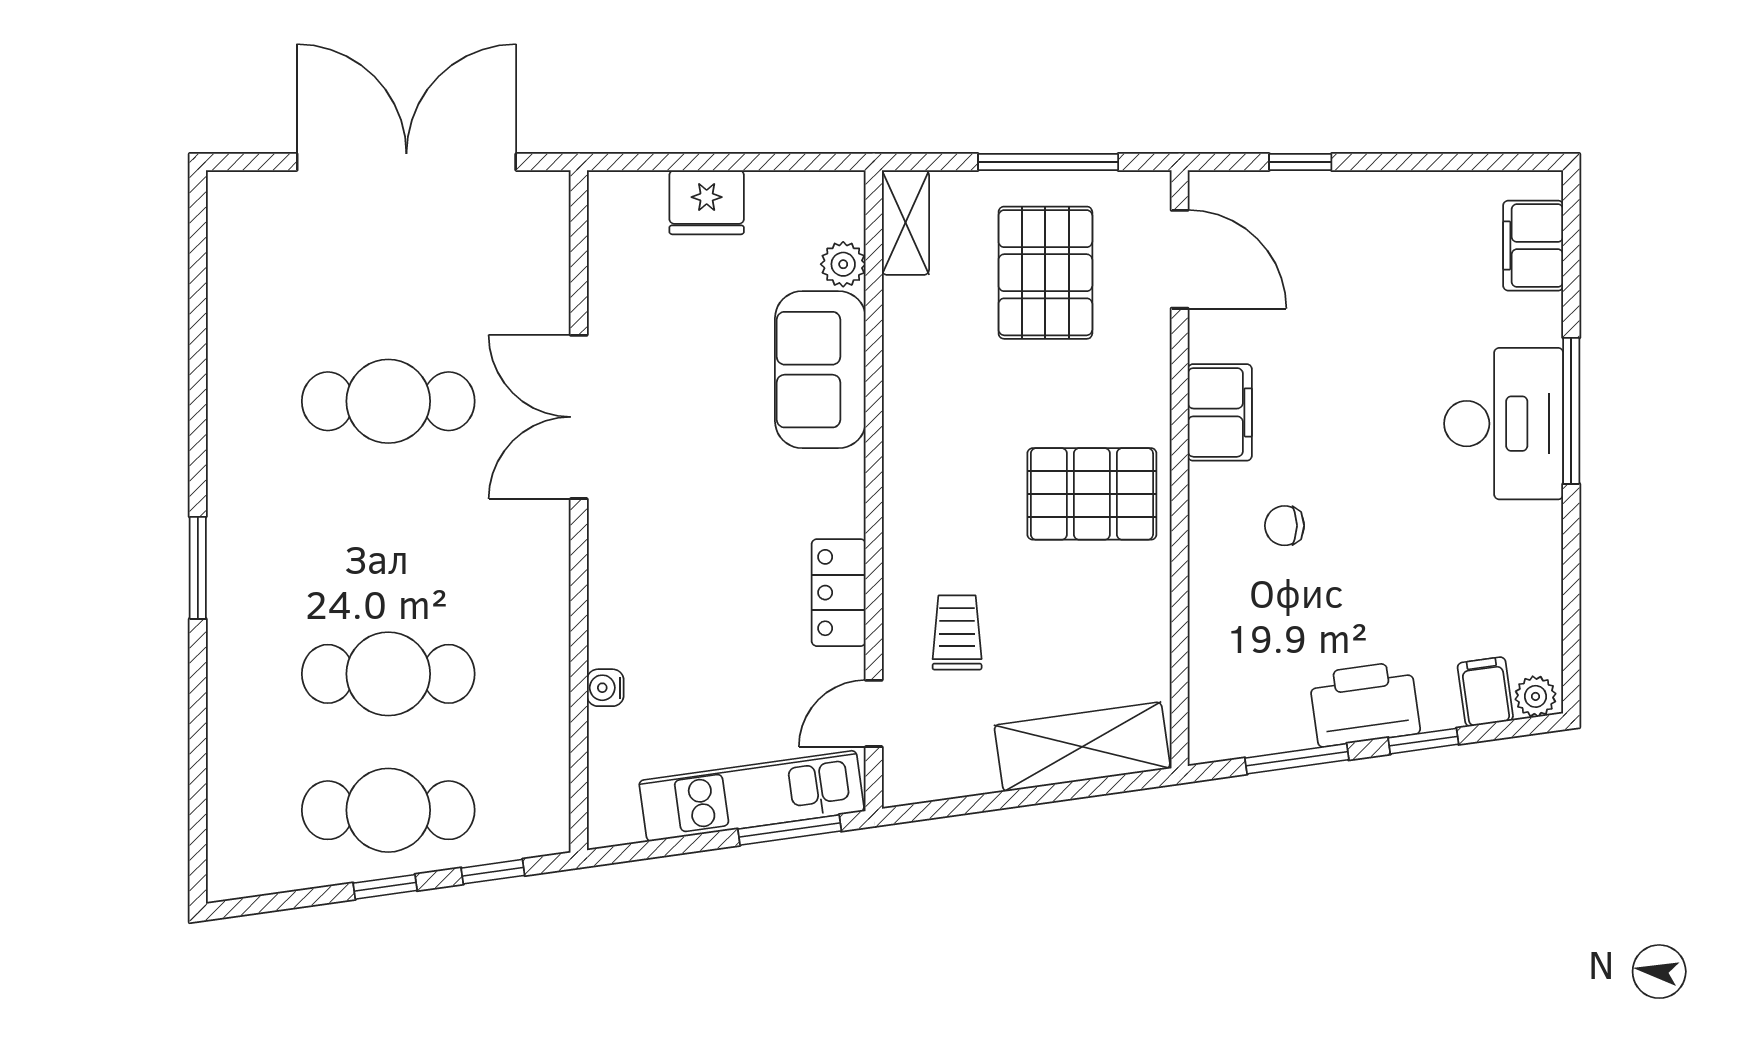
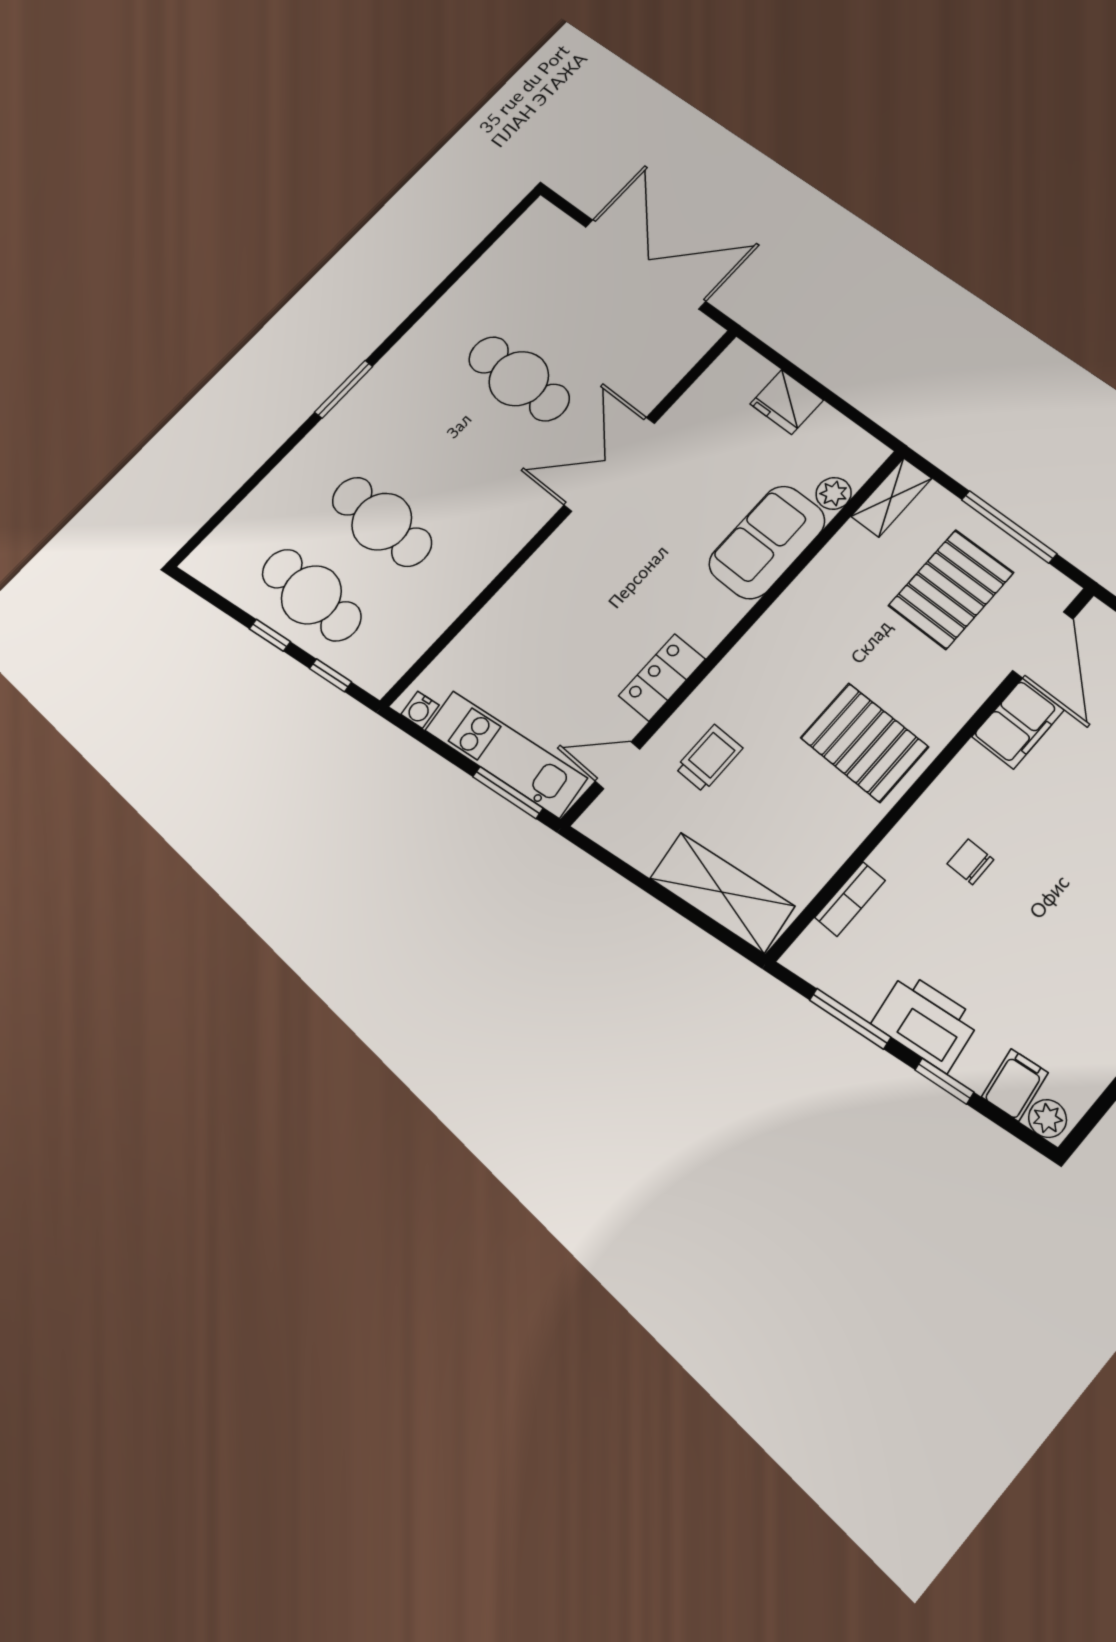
filing cabinet: (1220, 412) -> (1018, 723), moved
bookcase: (1205, 652) -> (850, 899), added
water cooler: (605, 688) -> (420, 710), moved, turned -98

